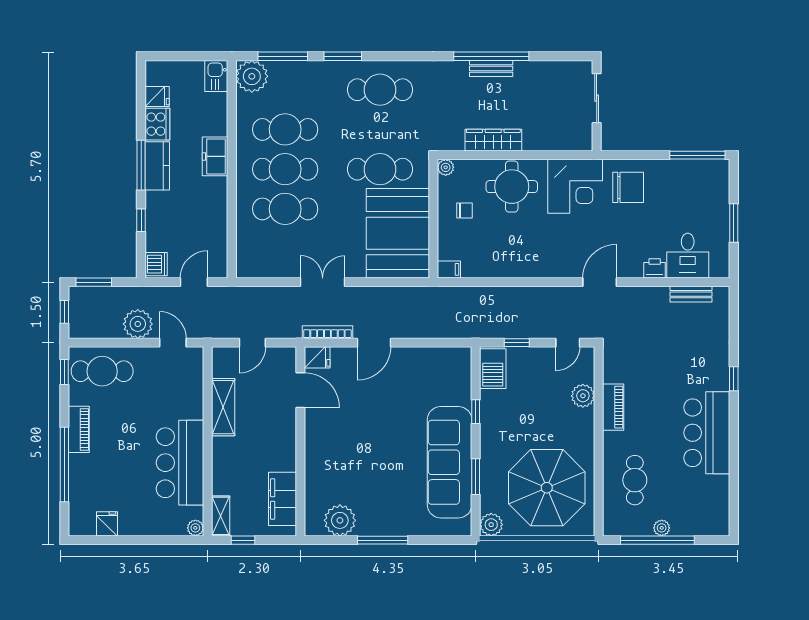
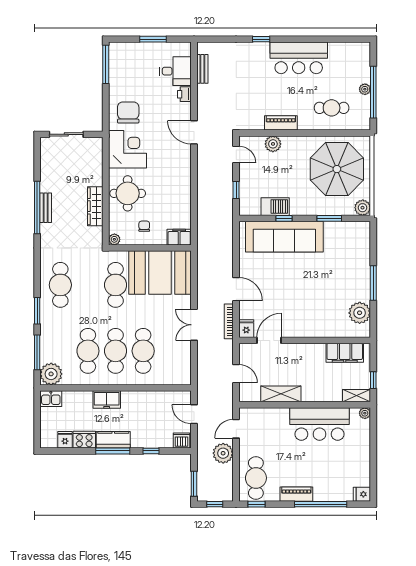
filing cabinet: (449, 269) -> (179, 237), width x2.00
barbecue: (493, 369) -> (275, 207), moved
sofa: (450, 462) -> (284, 237), moved
fridge: (107, 524) -> (362, 494), moved

